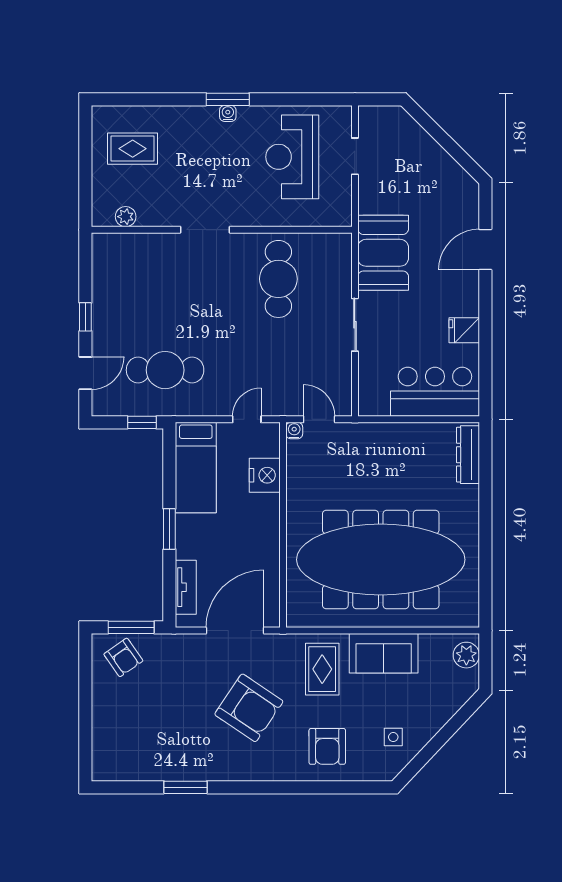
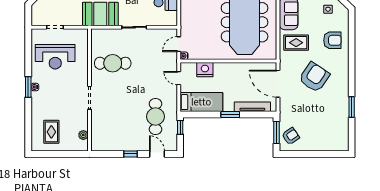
tv unit: (186, 587) -> (252, 107), width x1.41

